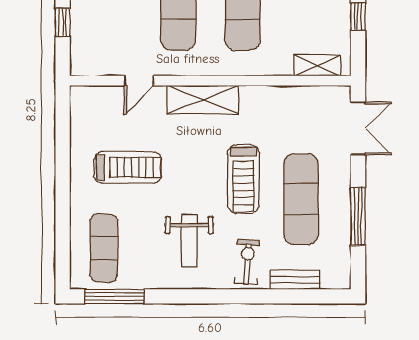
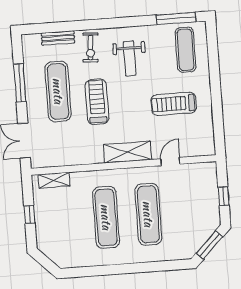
weight bench: (189, 241) -> (130, 59), turned 180

